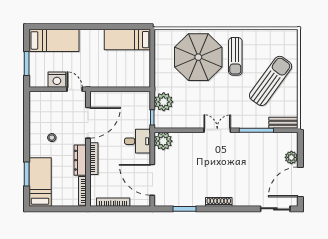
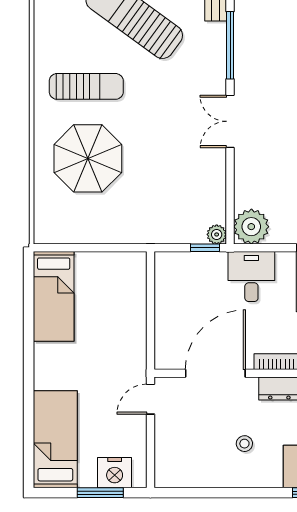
parasol: (198, 57) -> (88, 158), width x0.73, depth x0.73
nightstand: (57, 80) -> (115, 473), moved, turned 90
plant: (164, 102) -> (217, 234), moved, width x0.53, depth x0.53
door: (88, 123) -> (215, 373), hinge flipped

